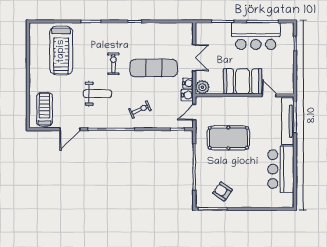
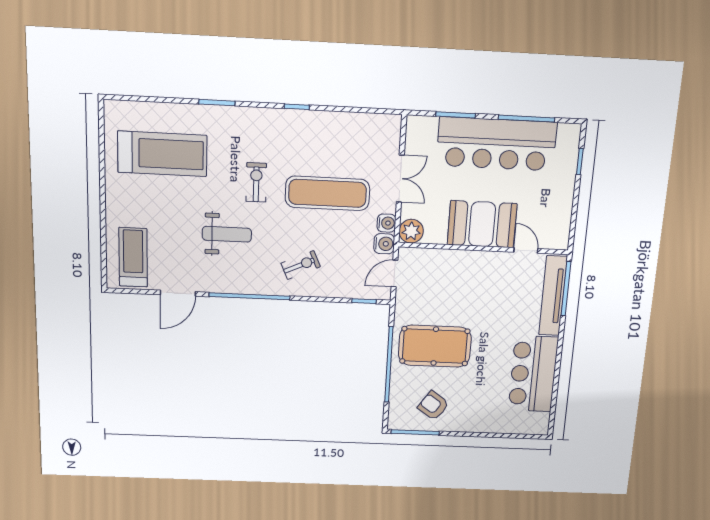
bar counter: (256, 36) -> (497, 144), width x1.36
treadmill: (61, 51) -> (162, 154), turned -90
pool table: (228, 138) -> (435, 346), moved

